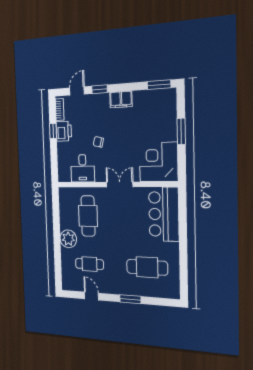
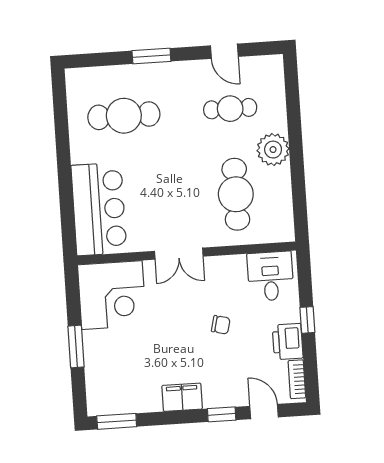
door: (77, 91) -> (264, 412), swing flipped
window: (53, 131) -> (307, 320), moved
desk: (83, 168) -> (270, 276), moved

